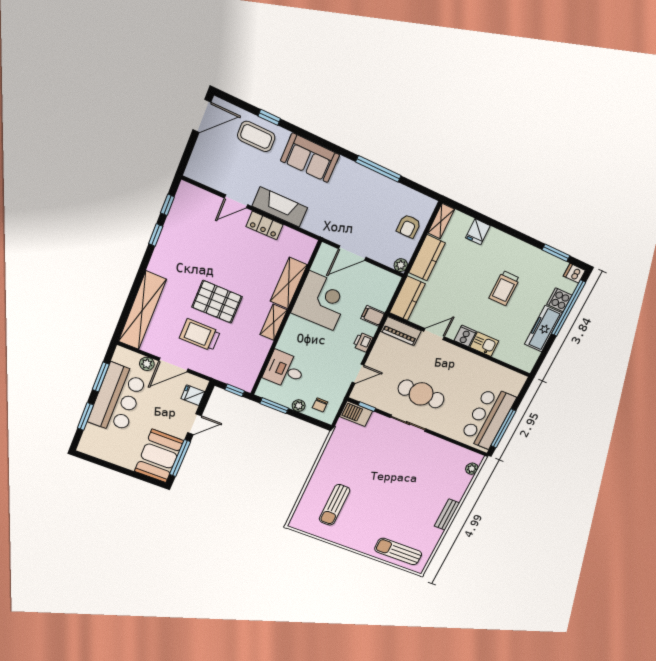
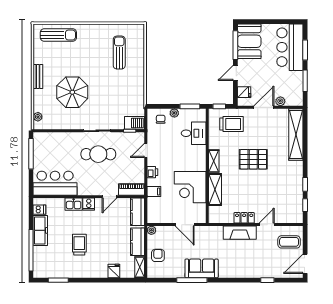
coffee table: (256, 136) -> (289, 242), moved
sofa: (310, 158) -> (202, 268), moved
door: (352, 253) -> (185, 225), swing flipped
dishwasher: (574, 273) -> (39, 210), moved
cooker: (559, 300) -> (40, 253), removed
trolley: (200, 335) -> (232, 124), moved
bar counter: (117, 399) -> (290, 47), moved
bar counter: (488, 418) -> (55, 183), moved, turned -90
parasol: (415, 481) -> (72, 92), added

